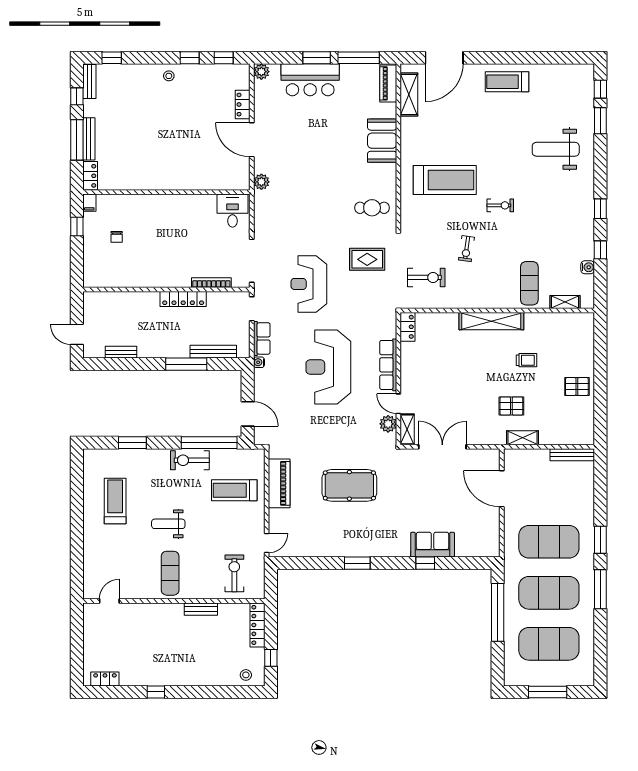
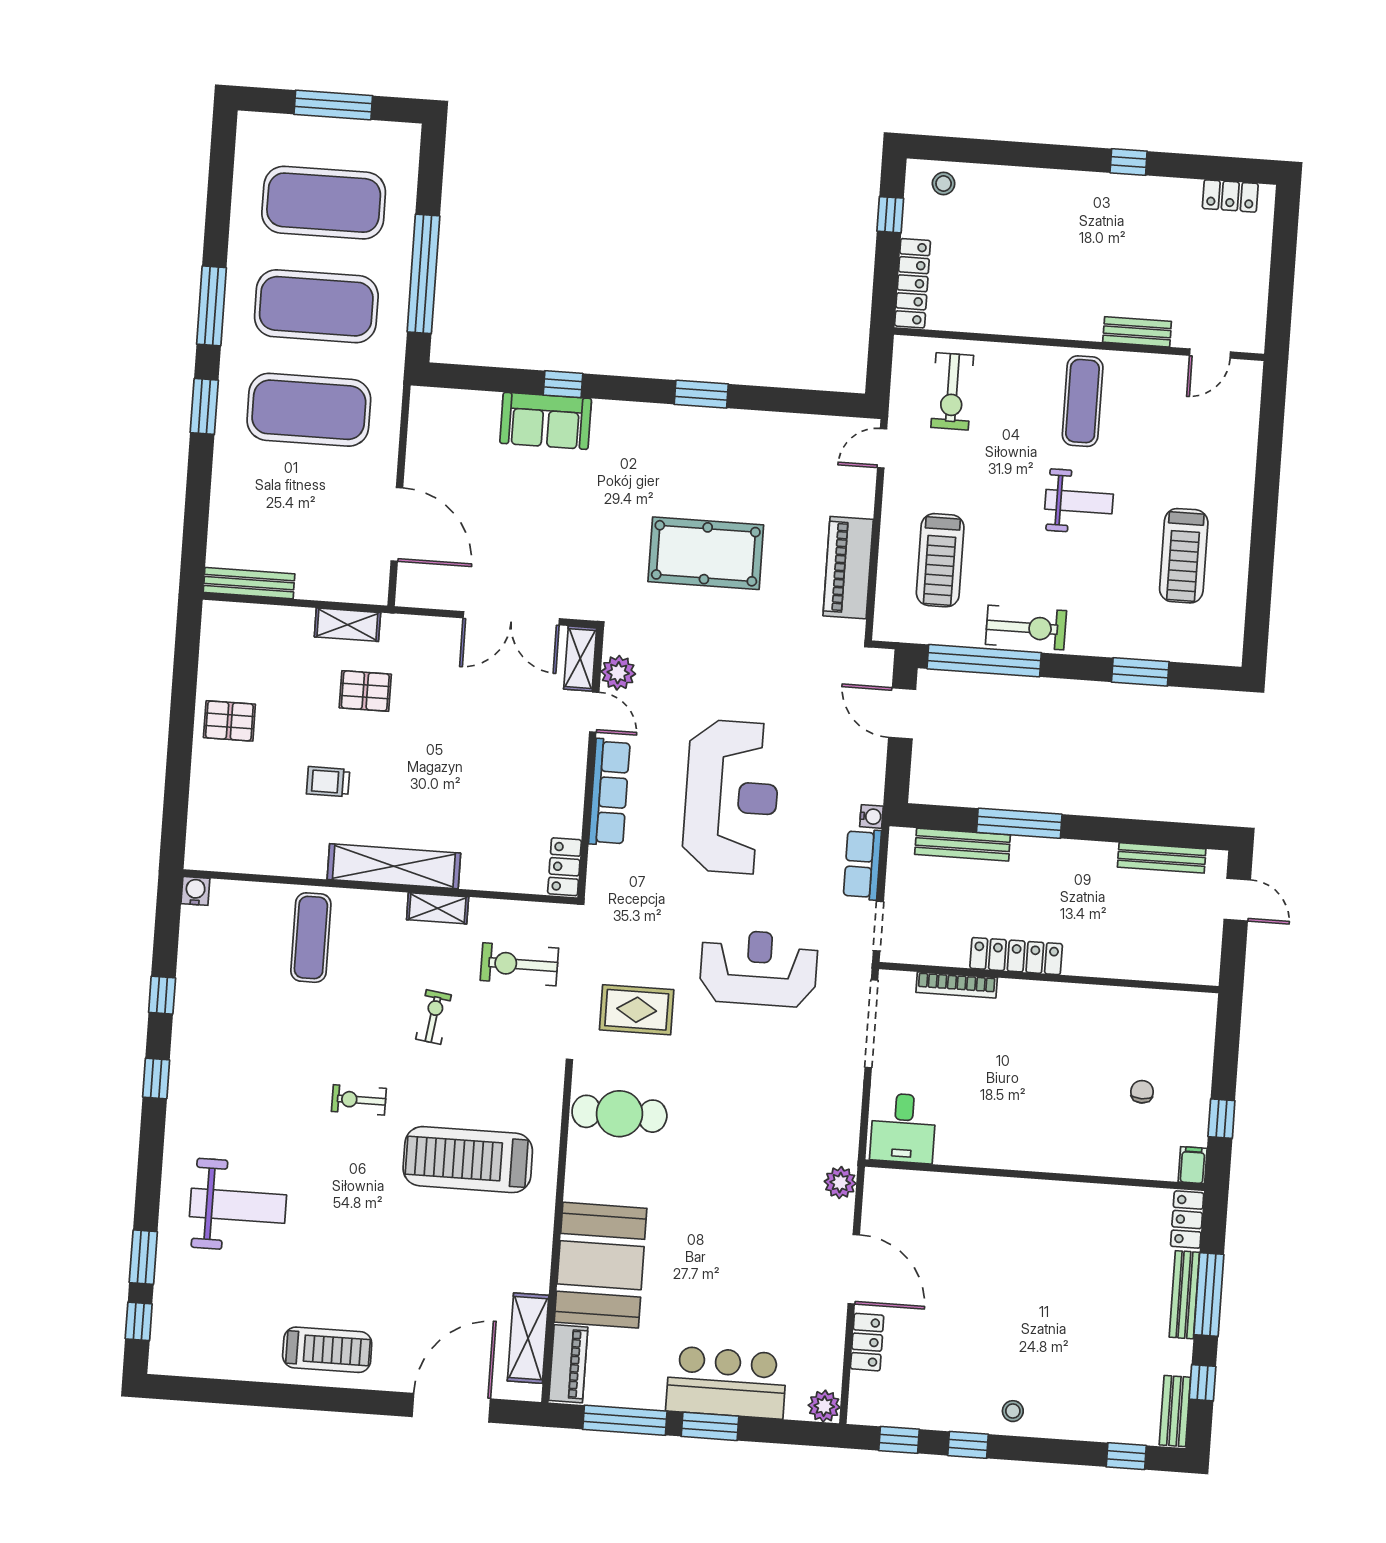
booth: (382, 141) -> (601, 1265), width x1.36, depth x1.42
cafe table: (372, 208) -> (619, 1114), width x1.37, depth x1.35
water cooler: (588, 267) -> (195, 891), moved, turned 90
reception desk: (309, 284) -> (759, 968), turned -90
shelving: (565, 302) -> (438, 908), moved
bench: (121, 352) -> (1162, 858), width x1.36
treadmill: (234, 490) -> (940, 560), turned 90
bench: (201, 609) -> (1137, 332), moved

